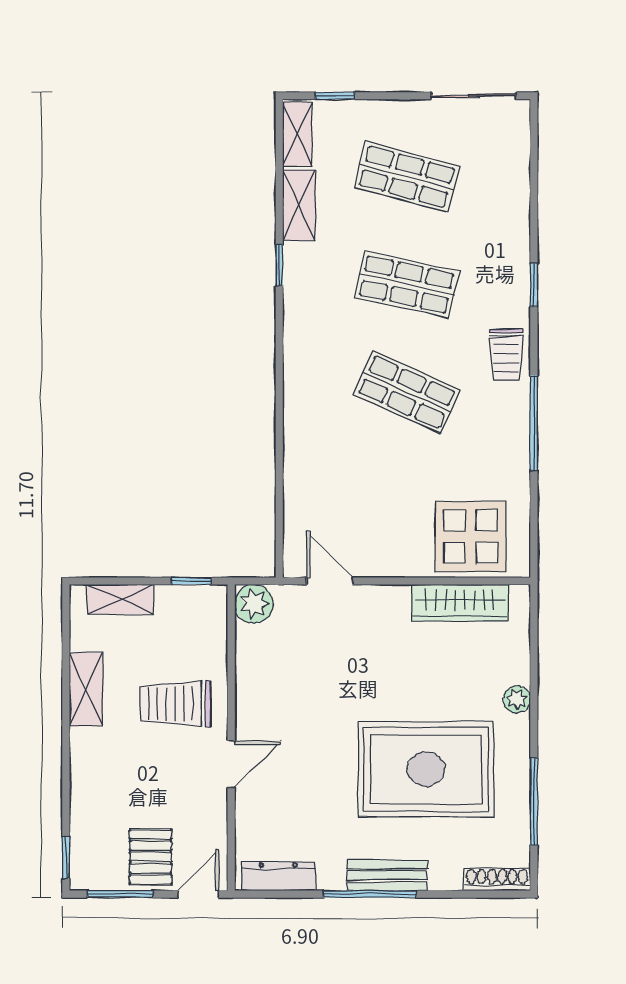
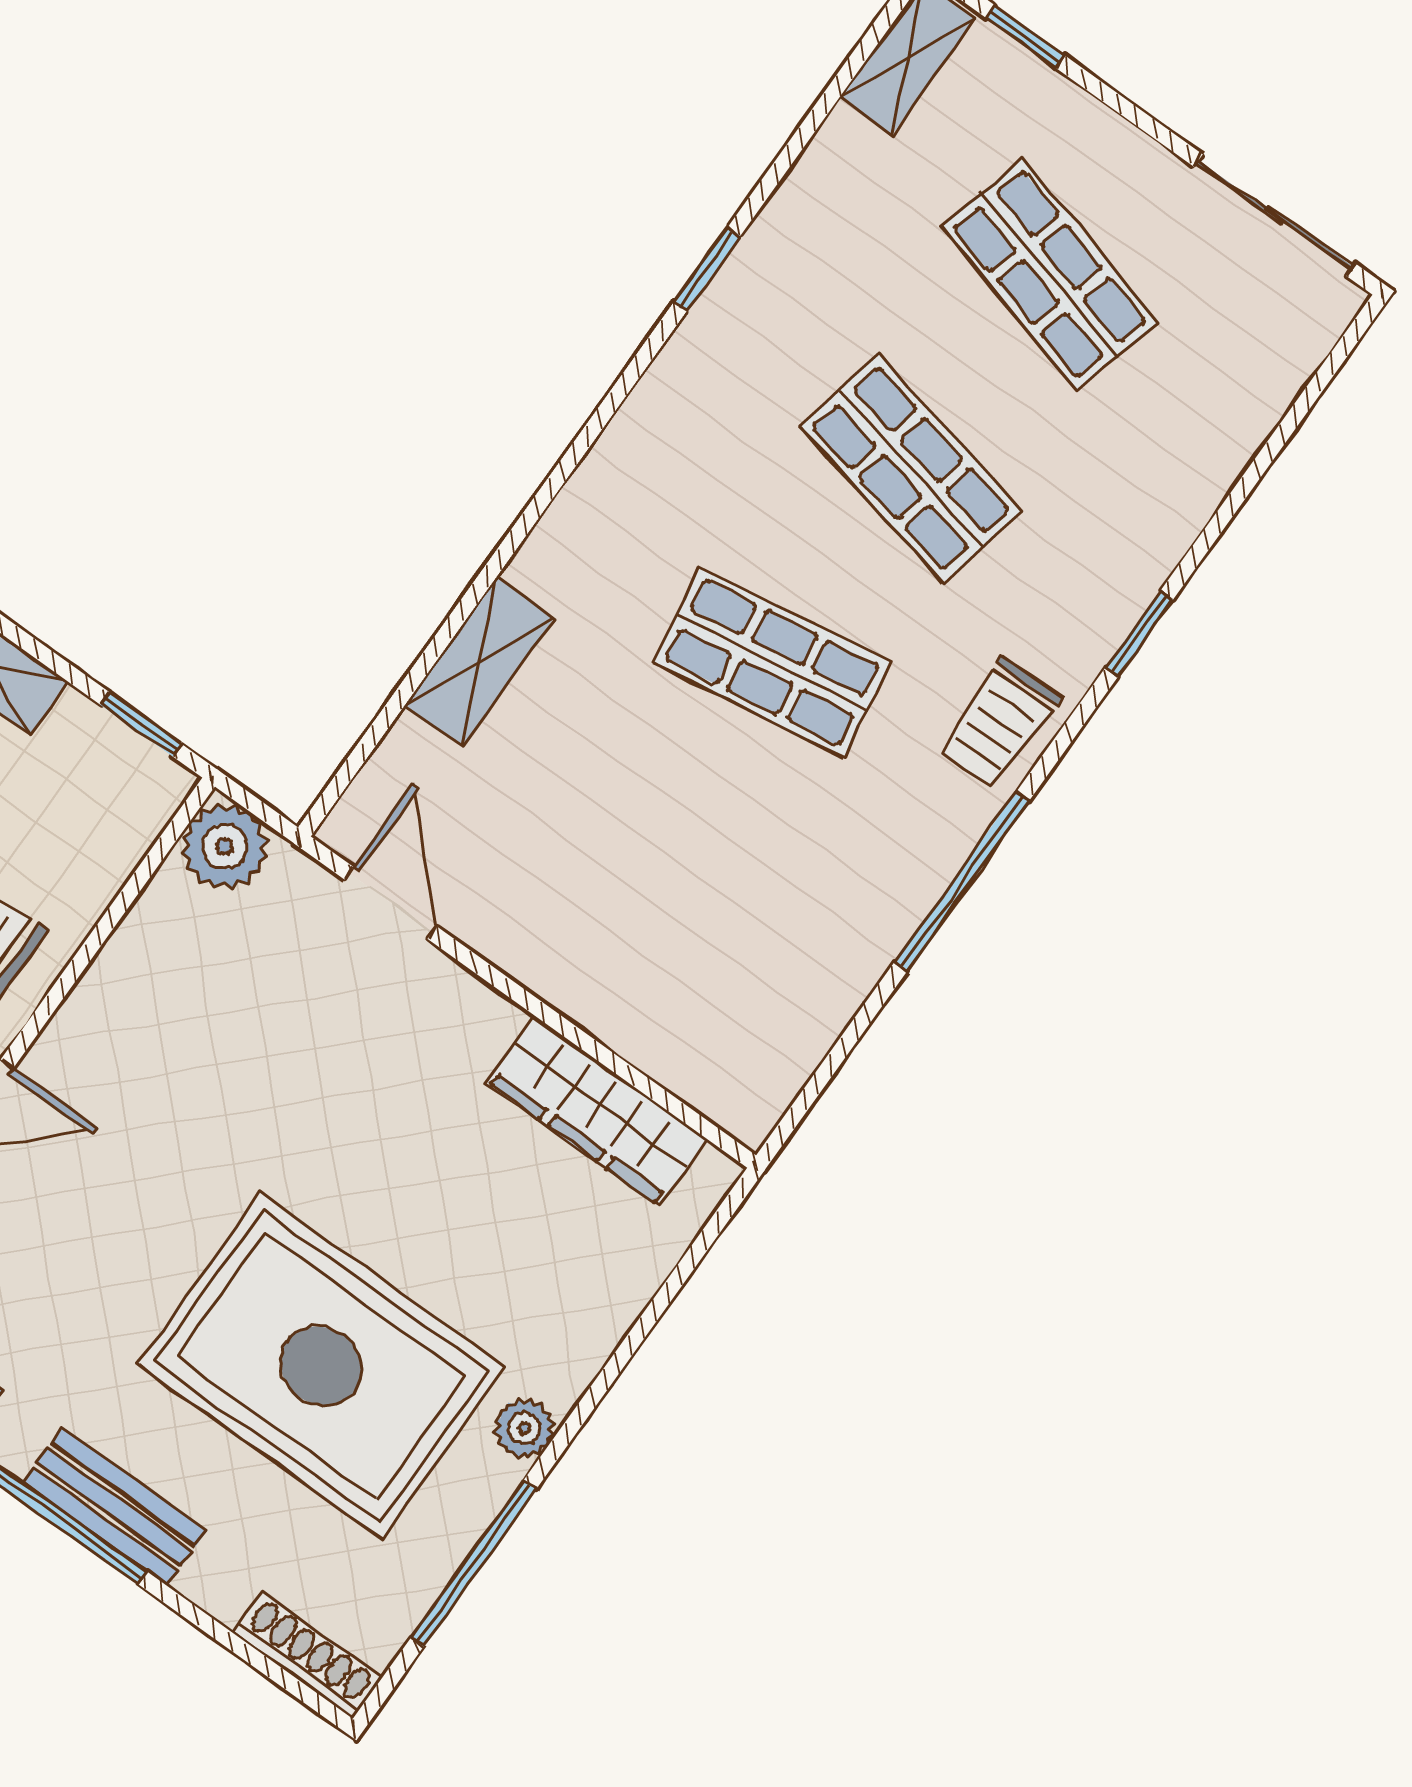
shelving: (299, 205) -> (479, 662), moved
shop shelf: (407, 392) -> (772, 662), turned -33
display table: (471, 536) -> (701, 1004), removed
plant: (517, 699) -> (524, 1428), moved

